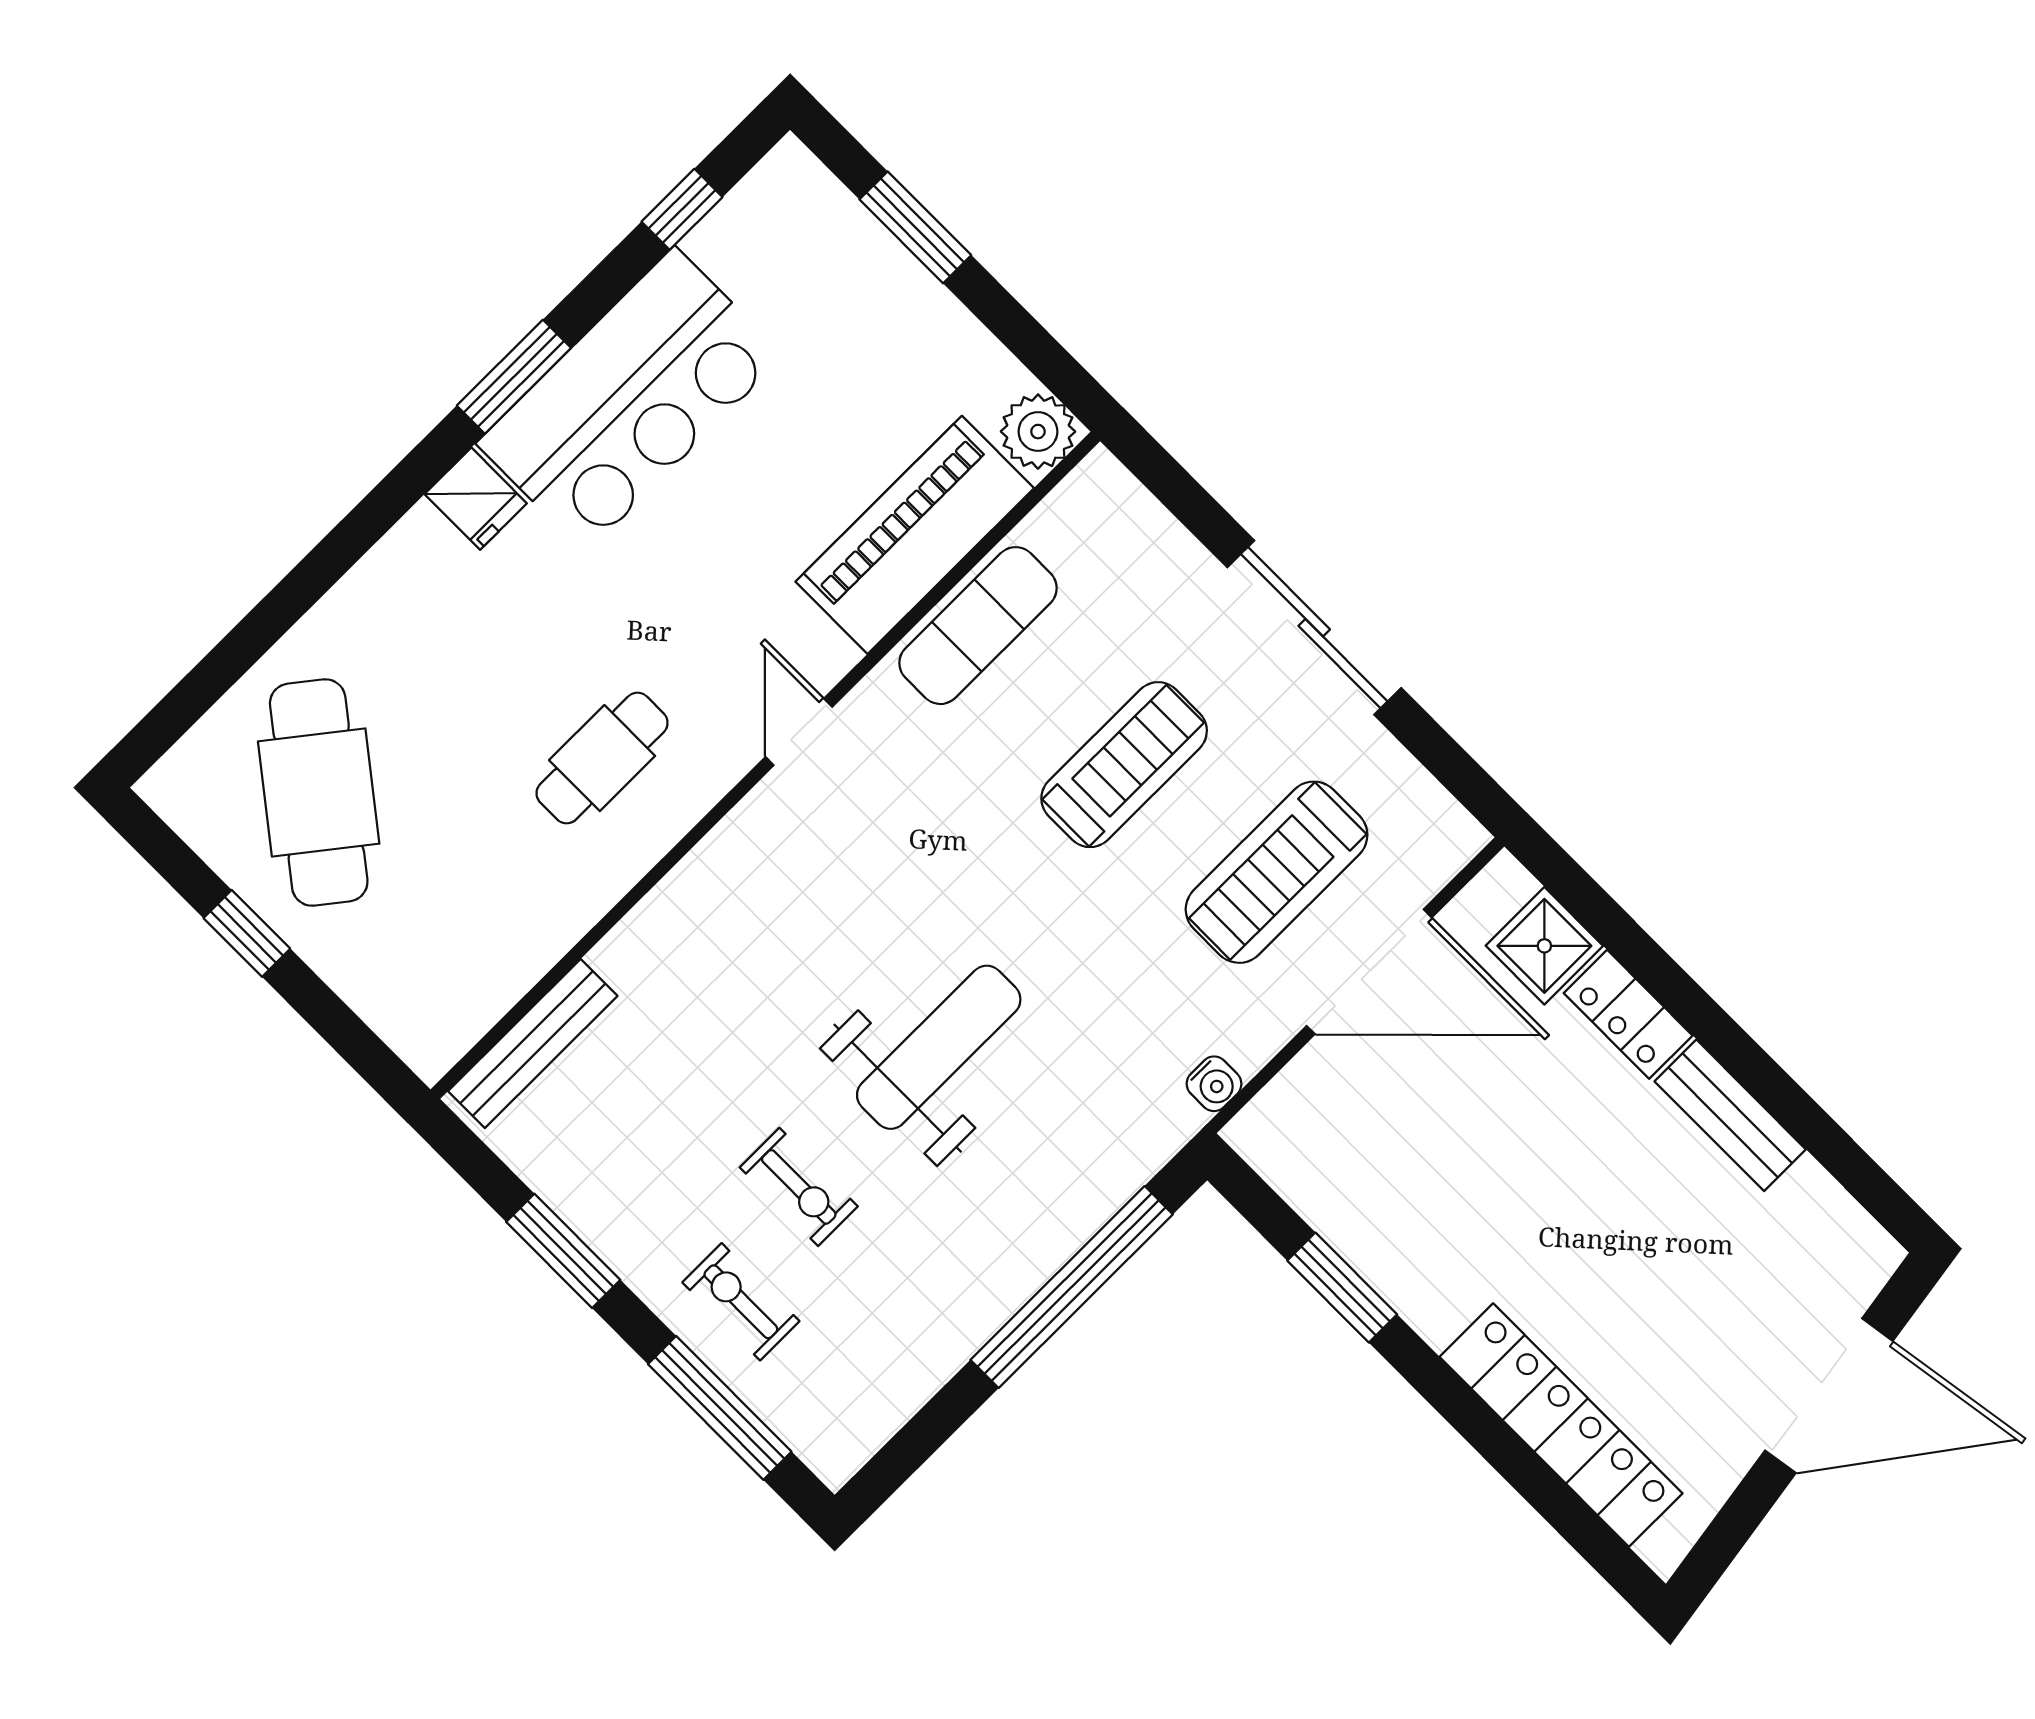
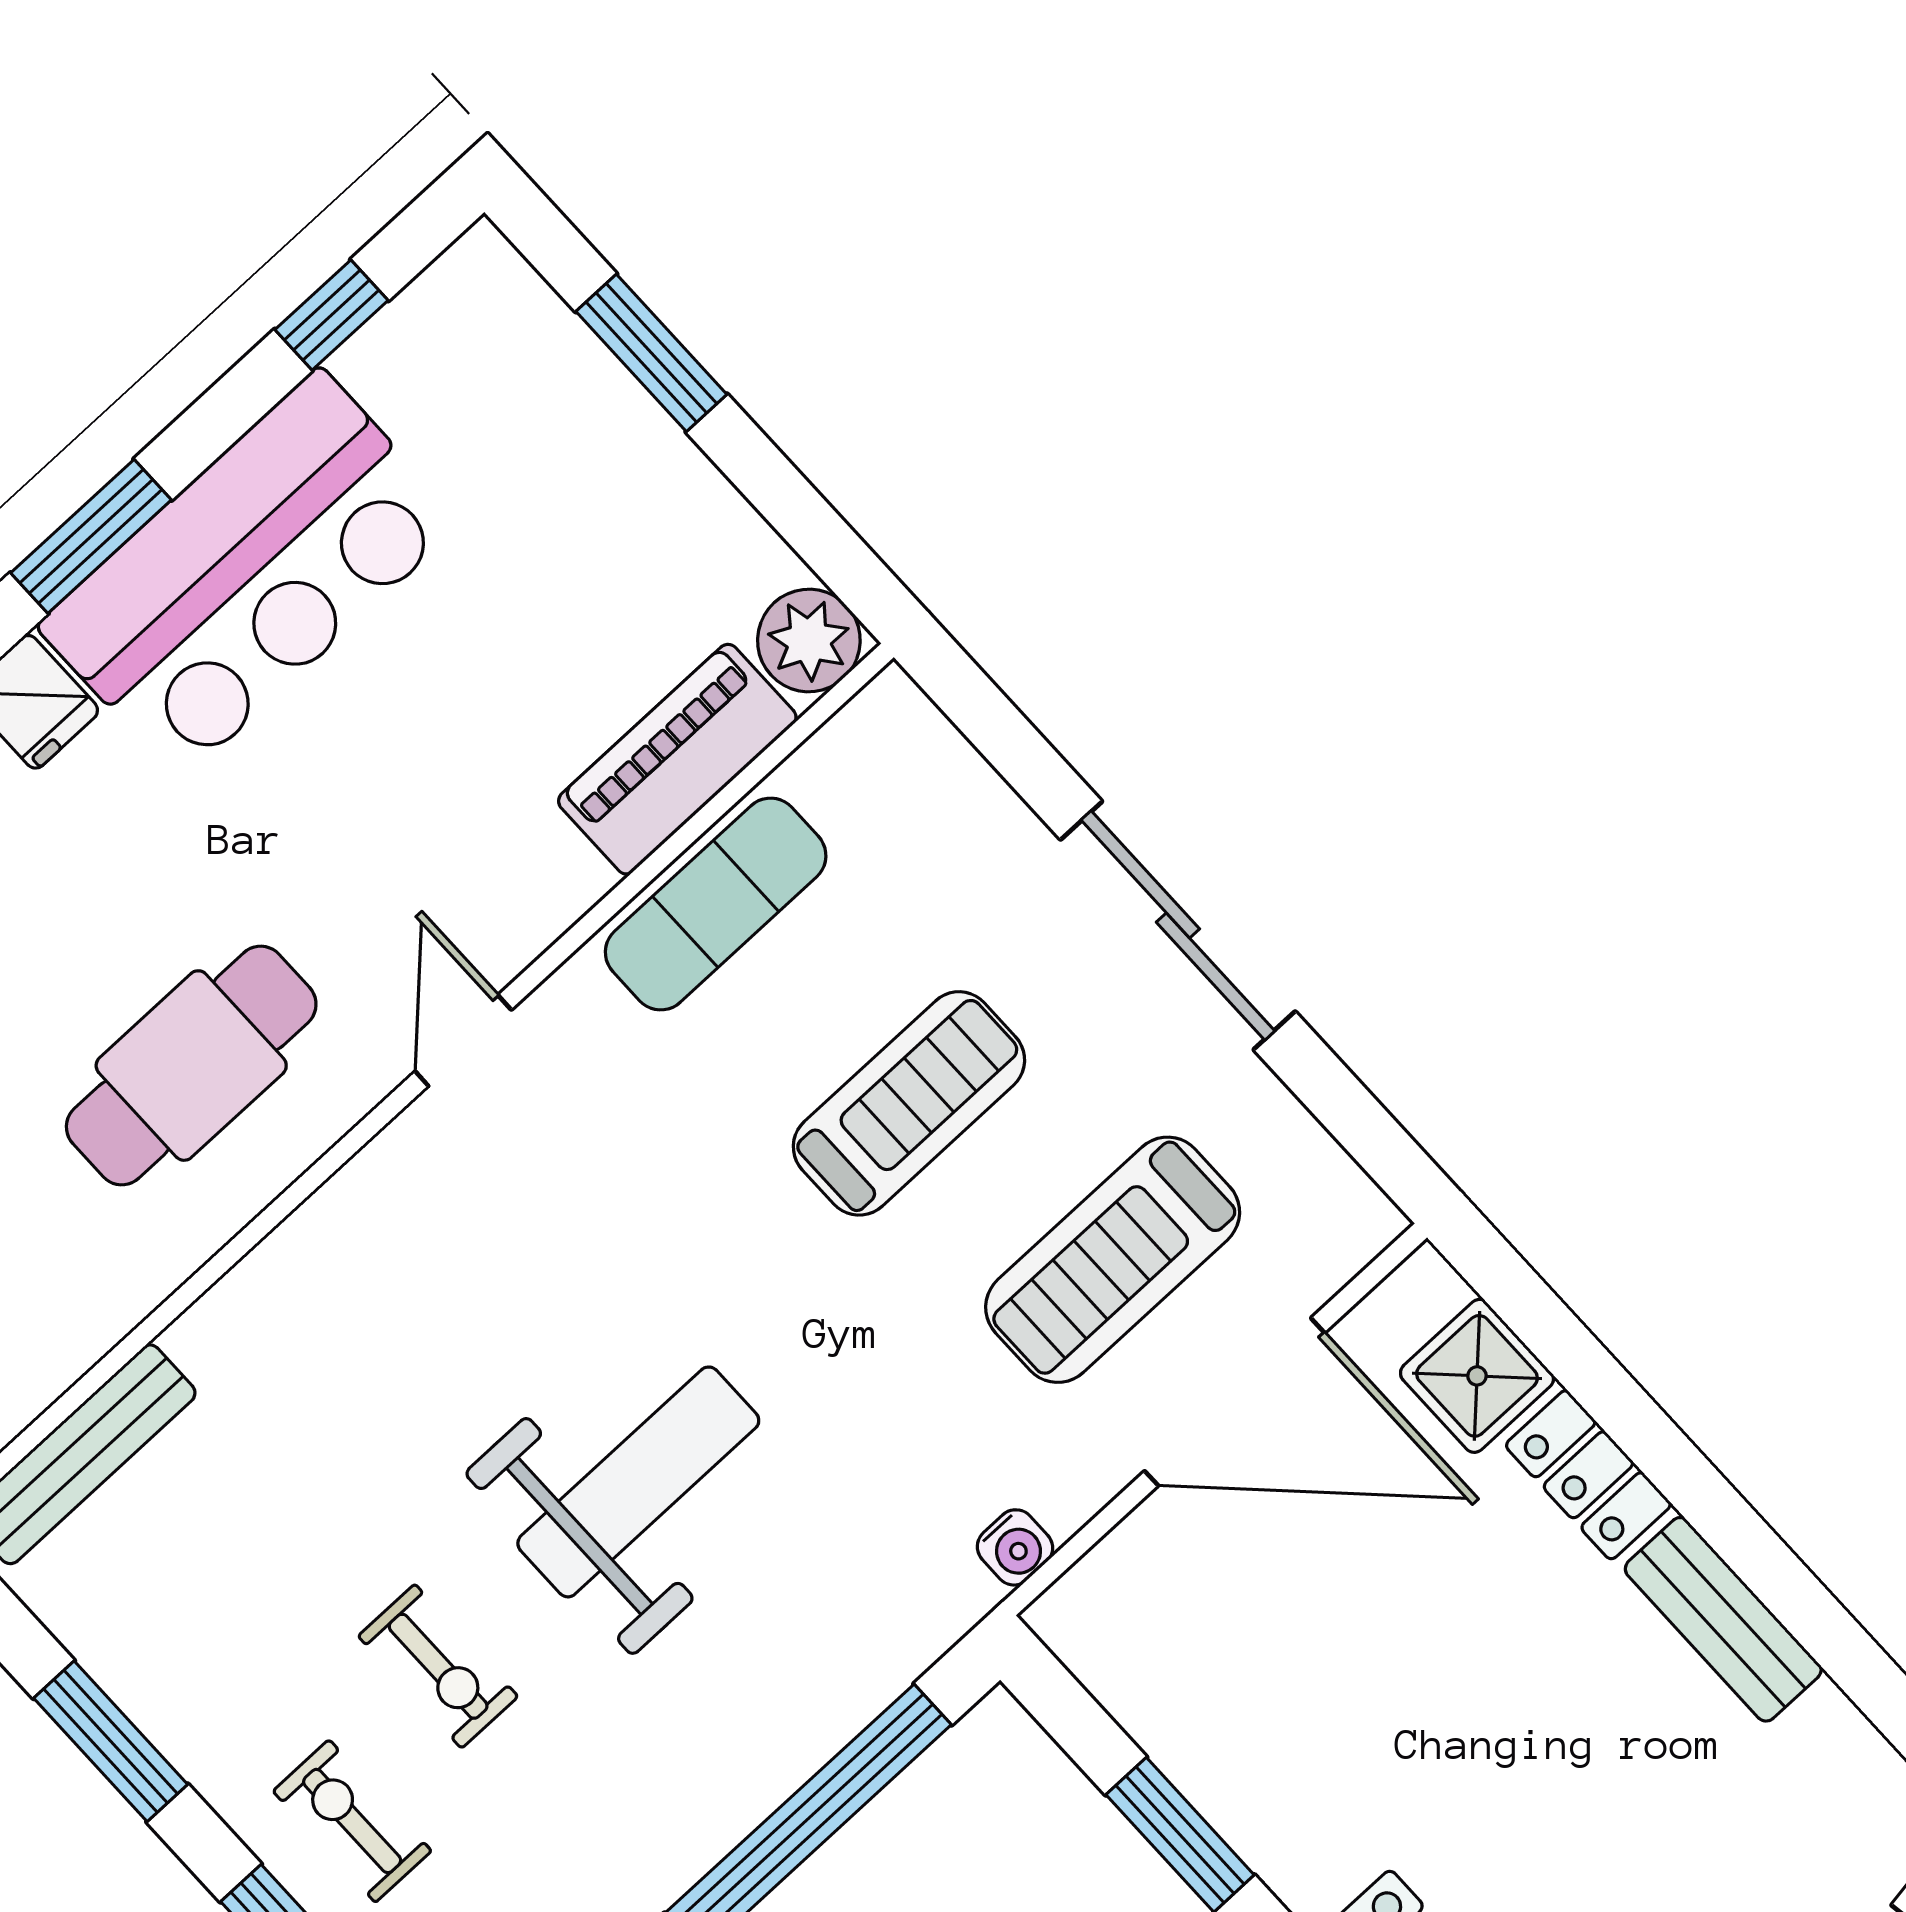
piano: (915, 535) -> (677, 759), width x0.73, depth x0.75
cafe table: (602, 758) -> (191, 1066), width x1.37, depth x1.35

